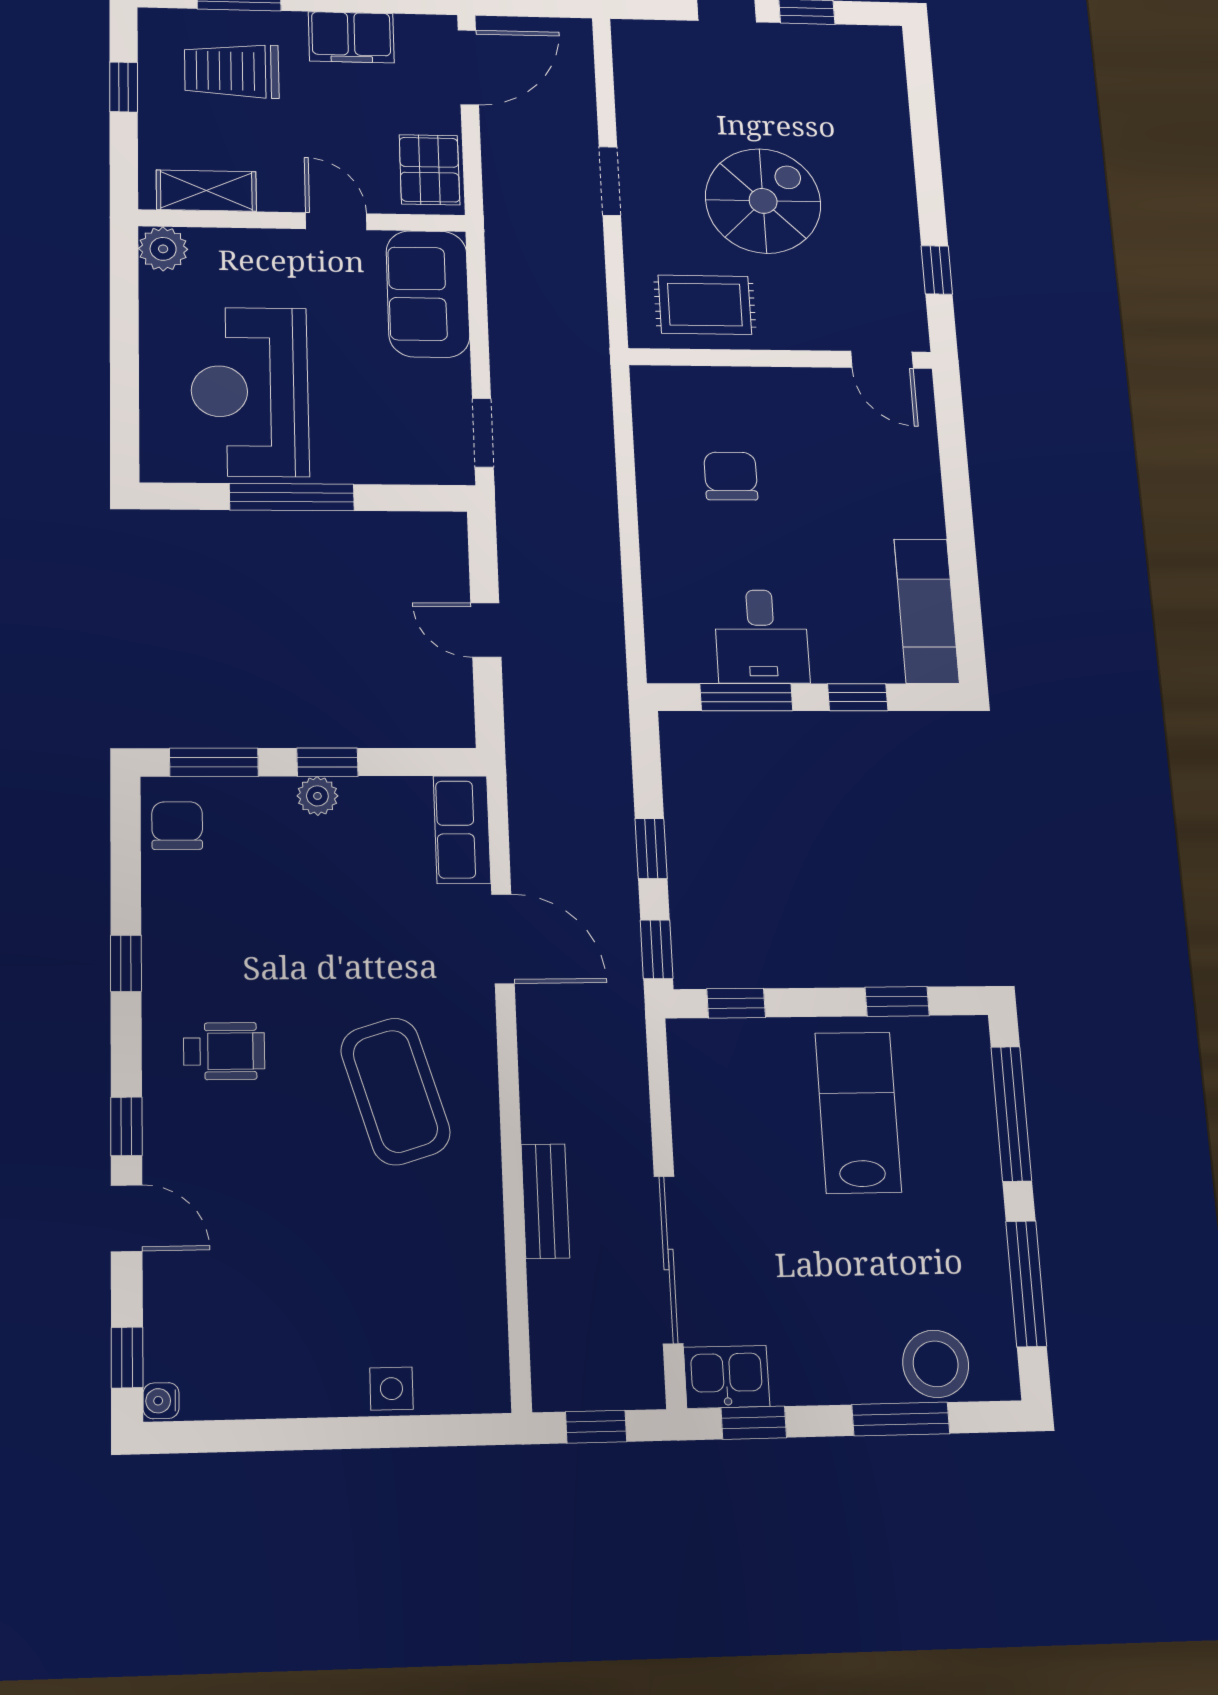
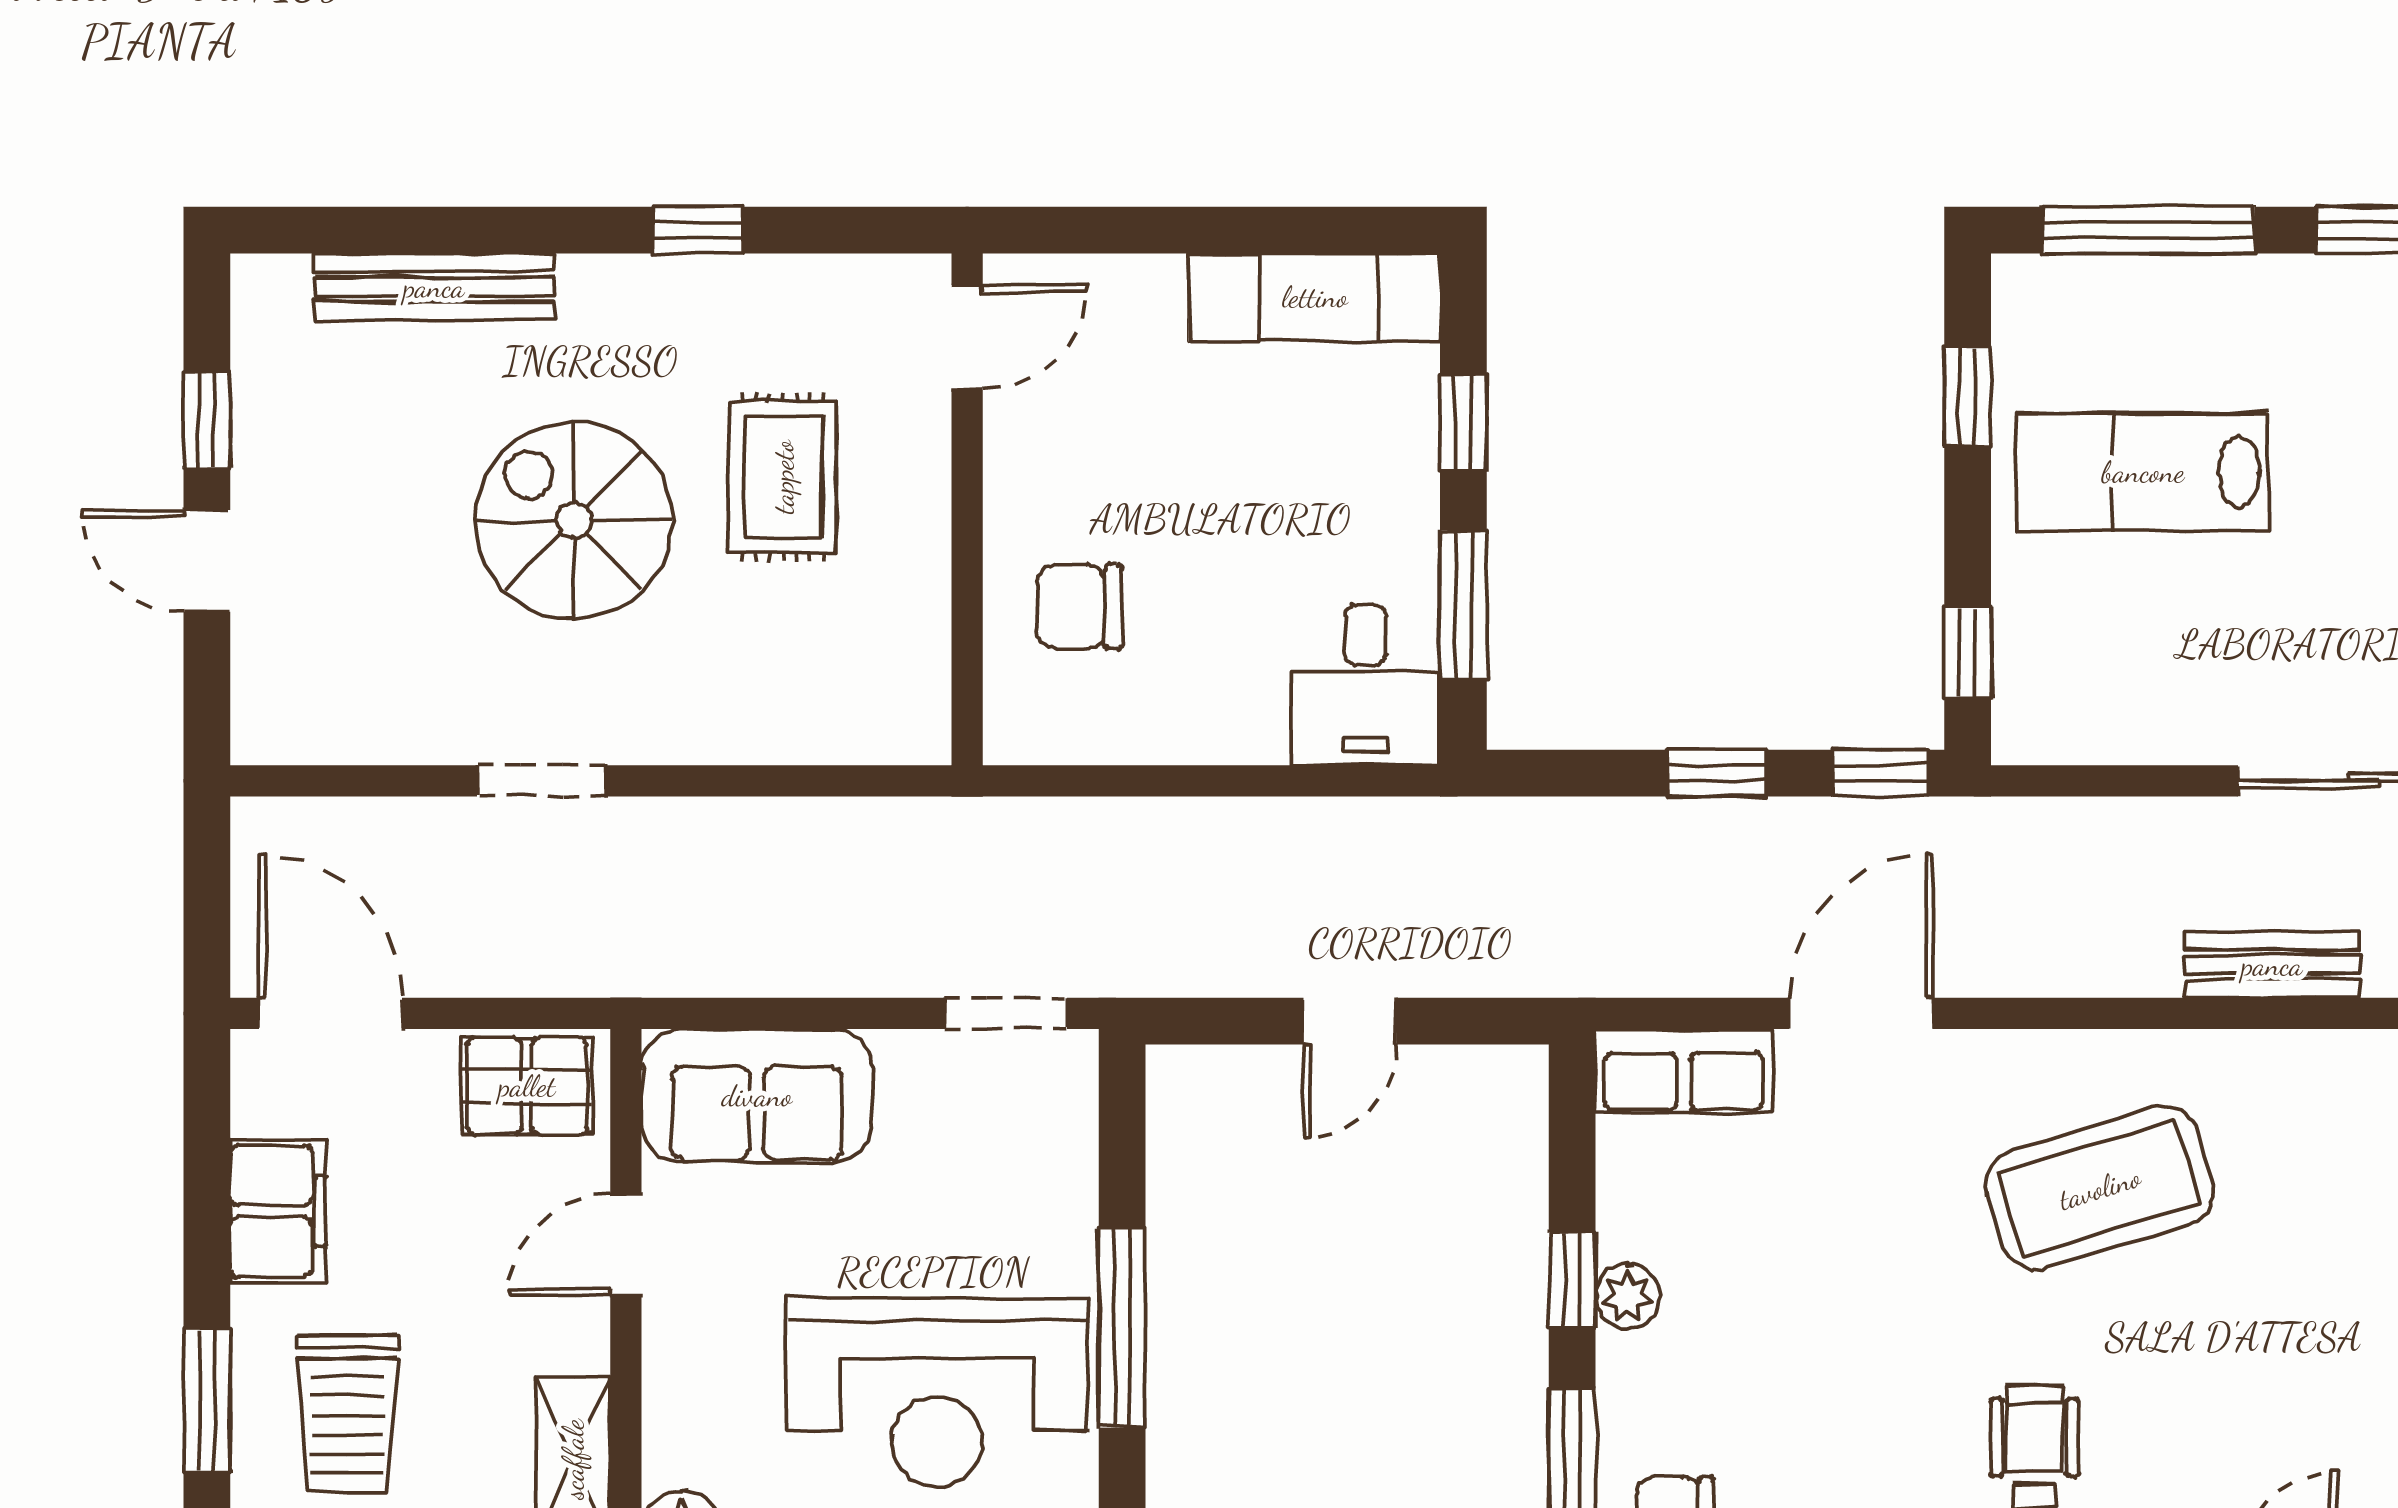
bench: (892, 130) -> (434, 287), added
rug: (705, 305) -> (783, 477), moved
wall: (781, 358) -> (967, 509), moved
door: (882, 360) -> (967, 337), moved
desk: (762, 637) -> (1366, 685), moved, turned 90

